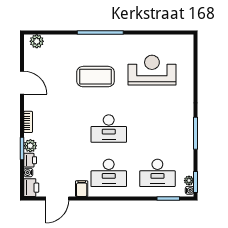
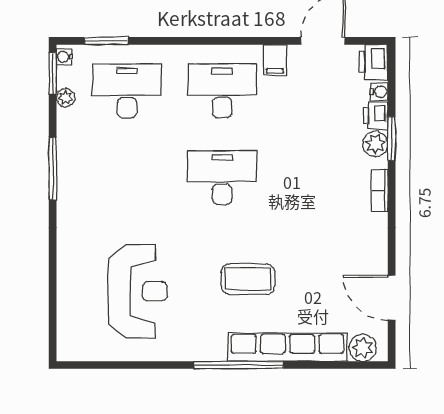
row of seats: (75, 42) -> (287, 347), added
reception desk: (152, 70) -> (138, 291), turned -90
coffee table: (96, 77) -> (248, 279), width x0.73, depth x0.76
door: (22, 83) -> (392, 298), moved
plant: (189, 181) -> (66, 98), moved

